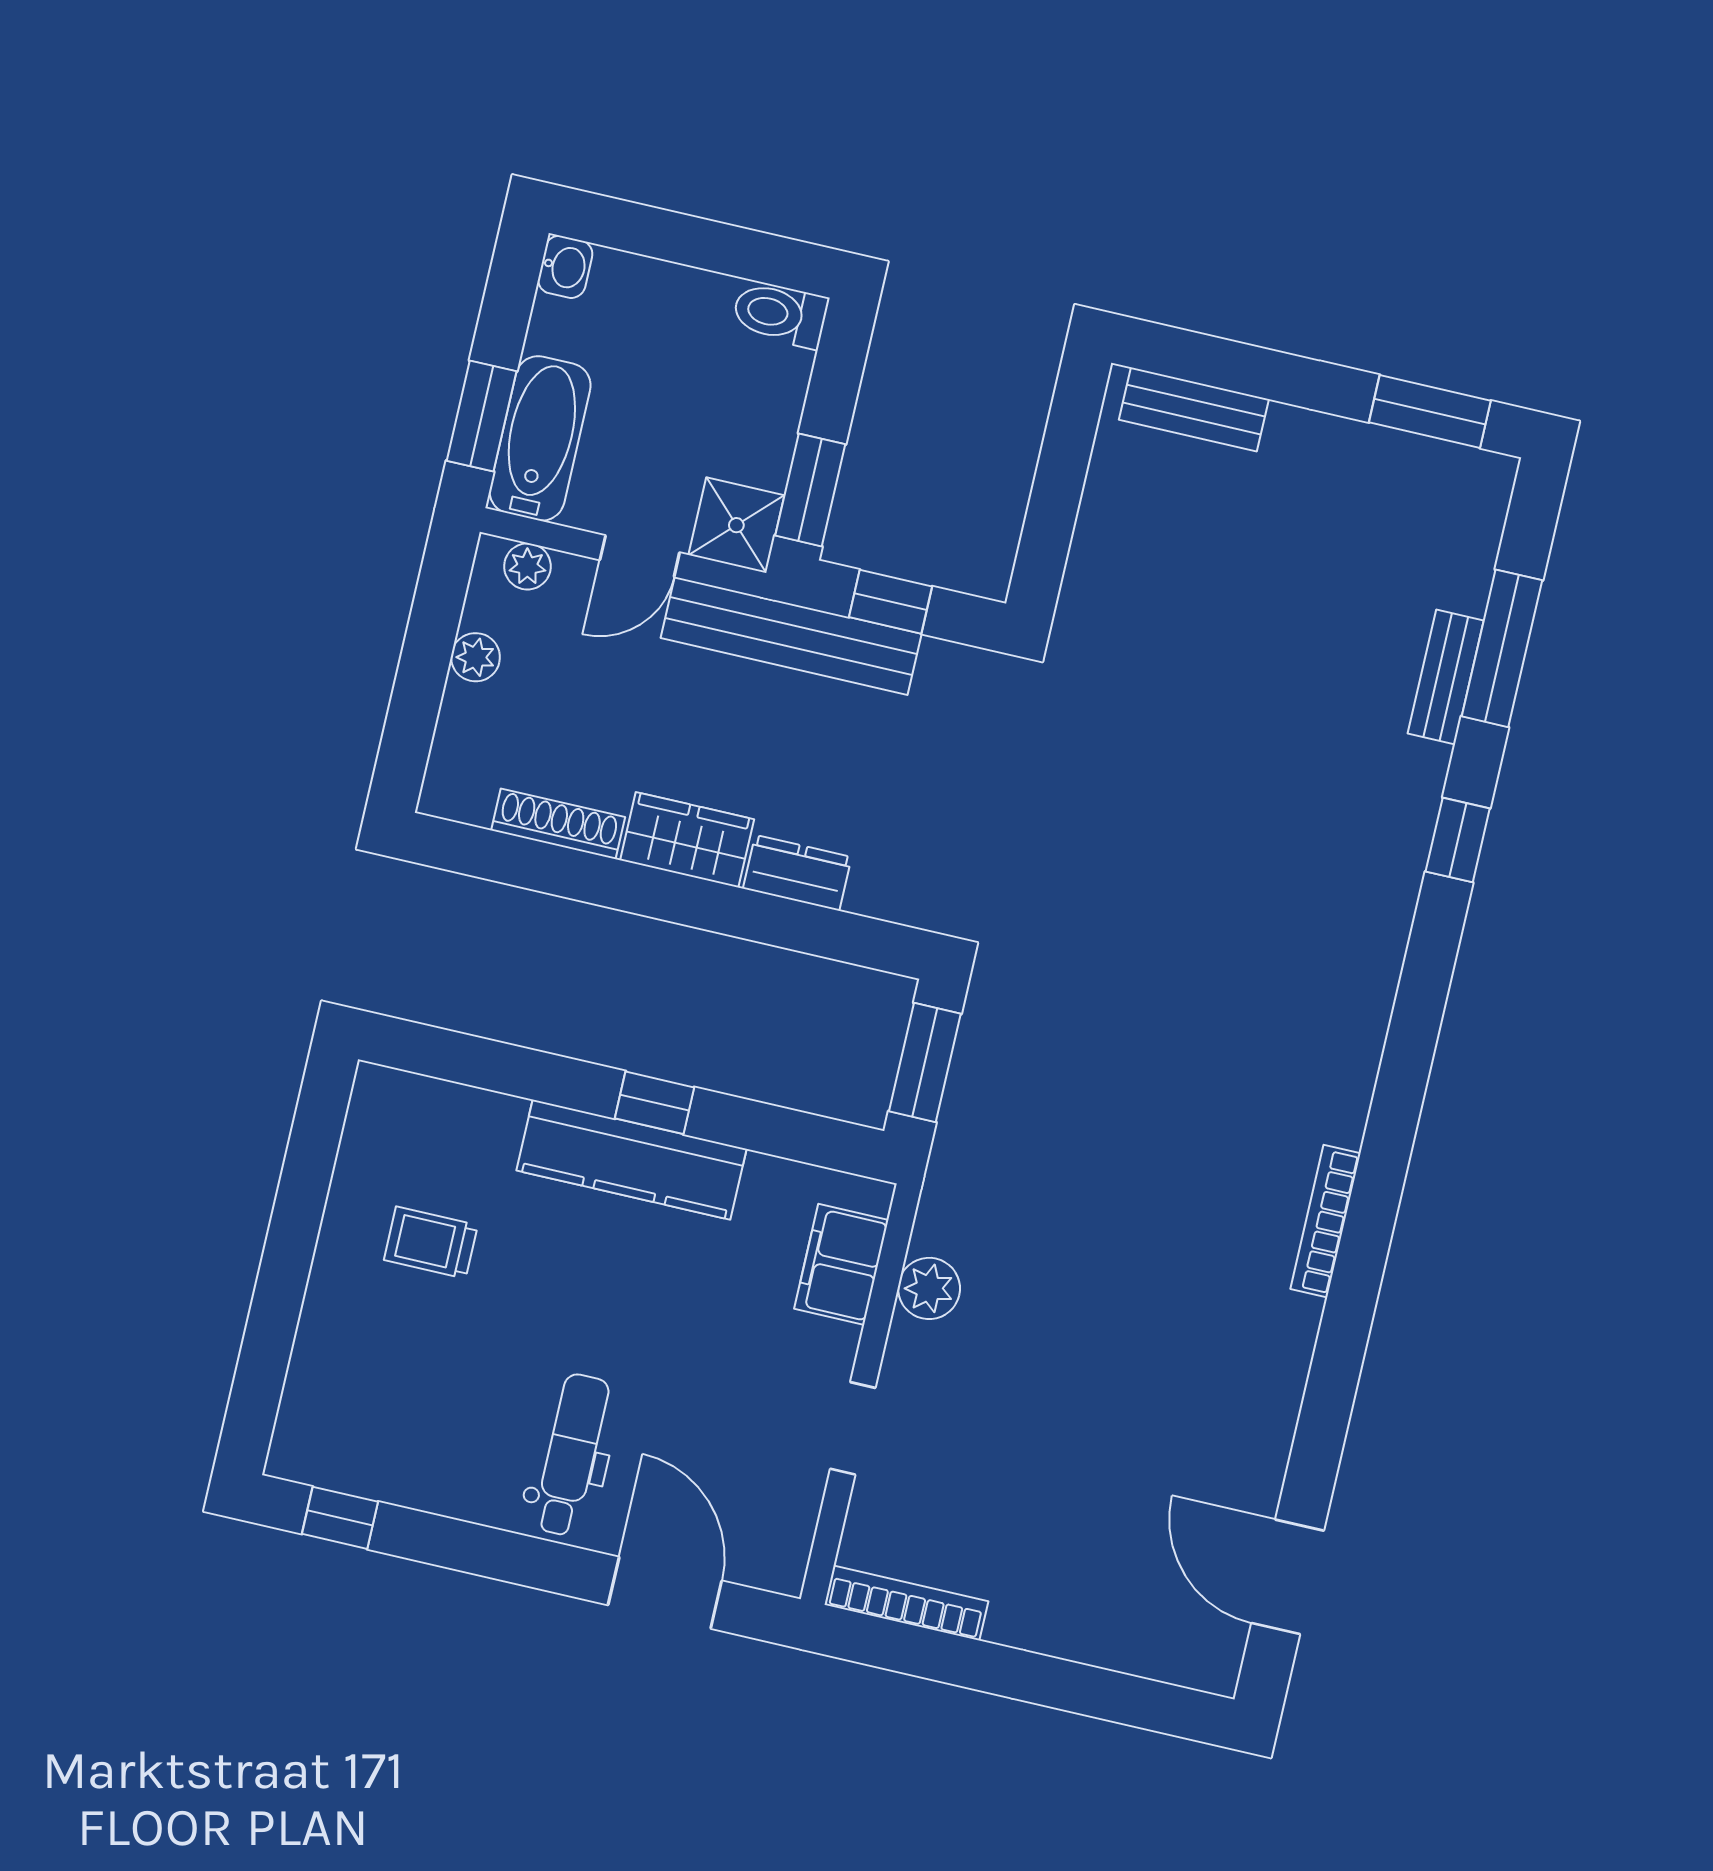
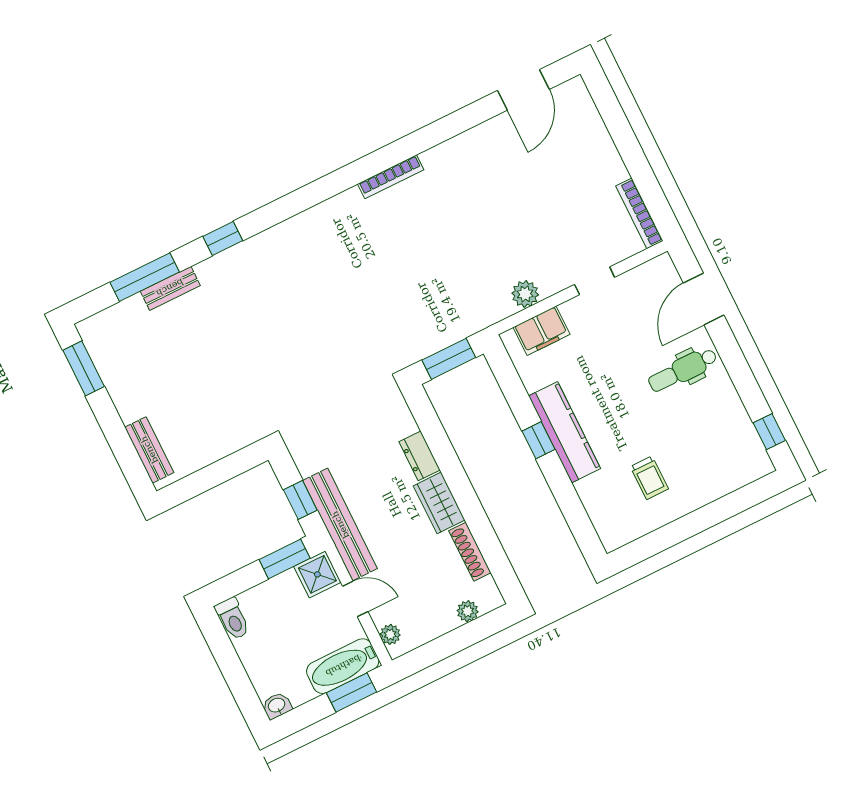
plant: (476, 657) -> (468, 611), moved

